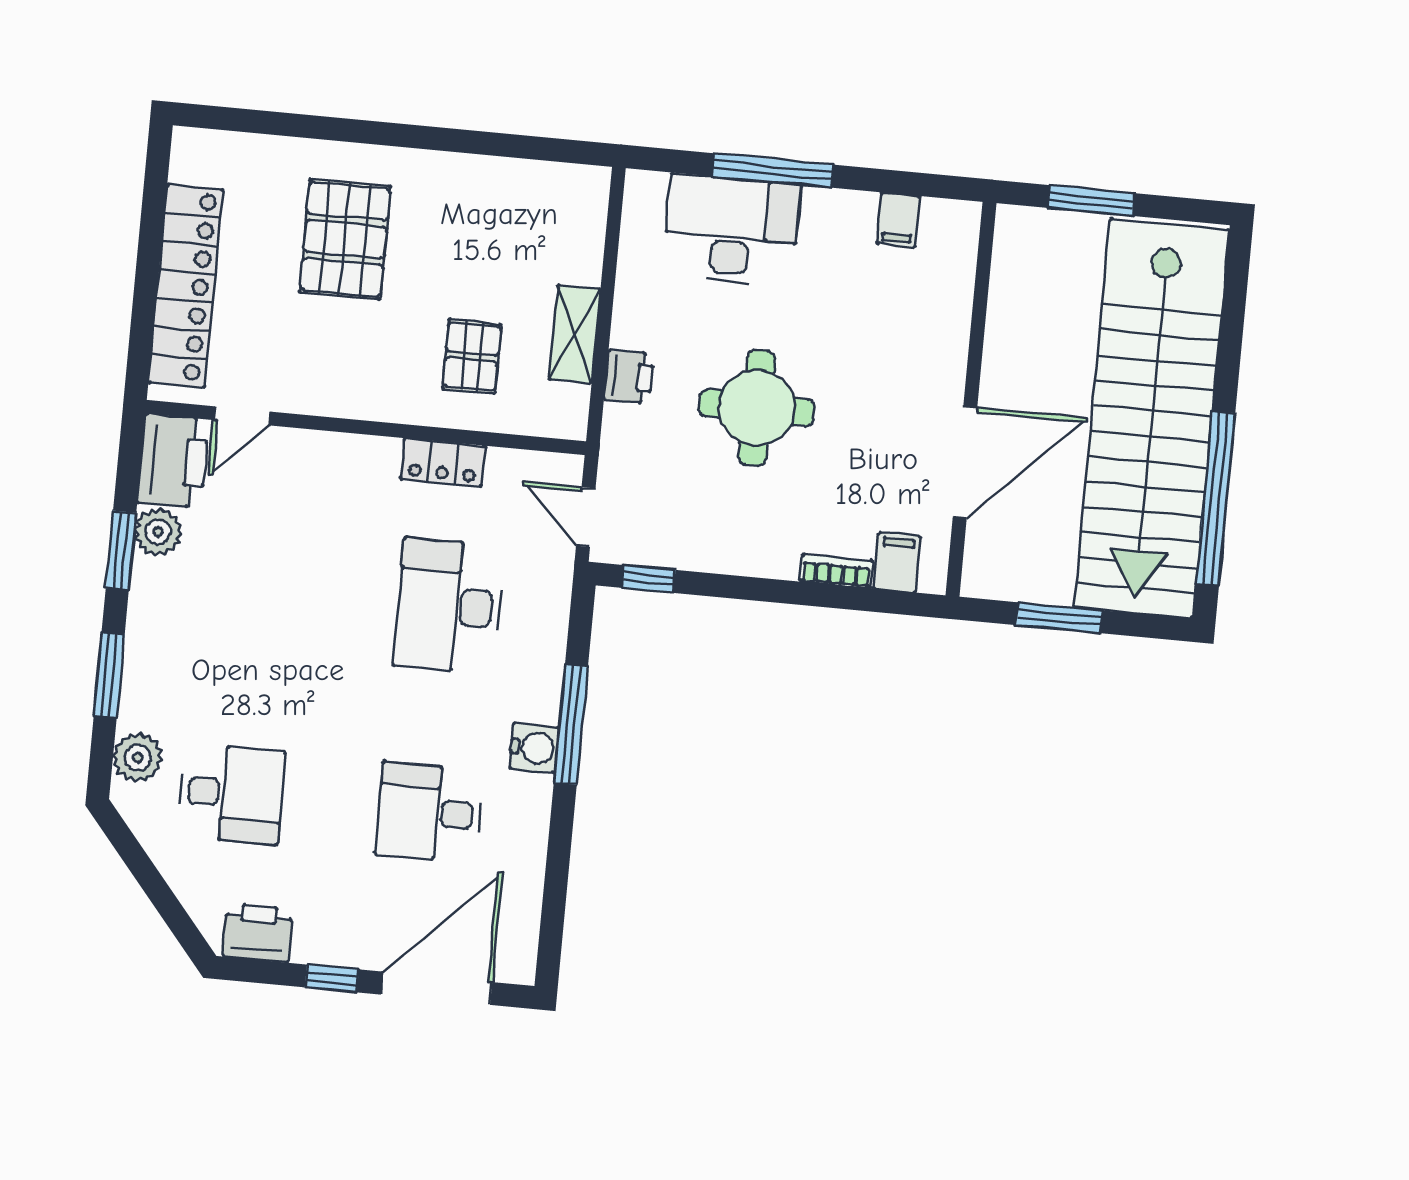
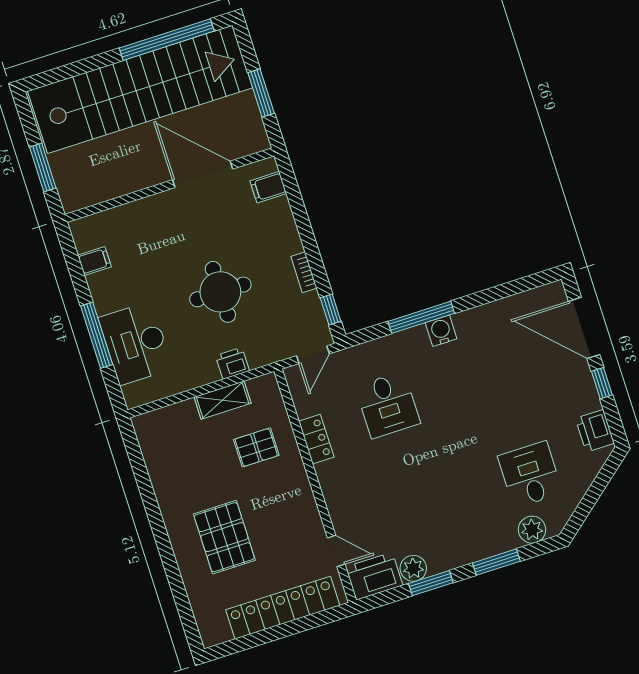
pallet: (345, 239) -> (224, 537), turned 90
bookcase: (836, 571) -> (304, 272), moved
desk: (449, 606) -> (388, 405), width x0.73
desk: (429, 812) -> (497, 370), removed

